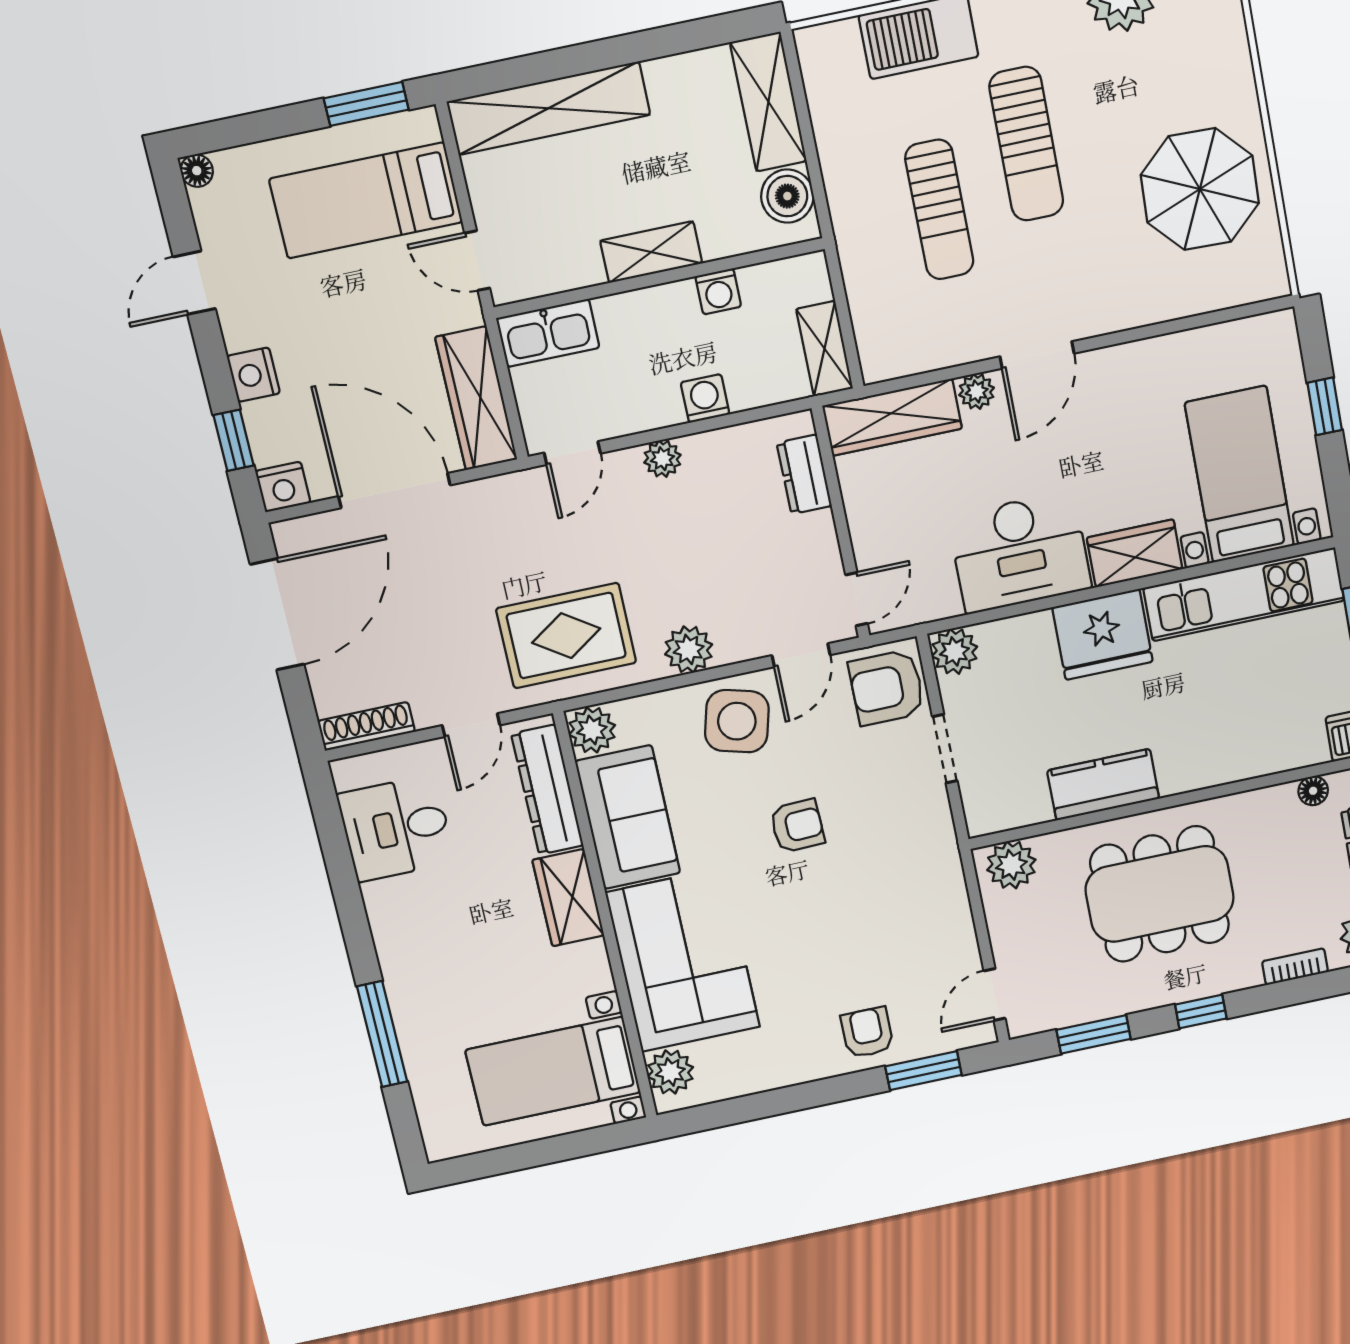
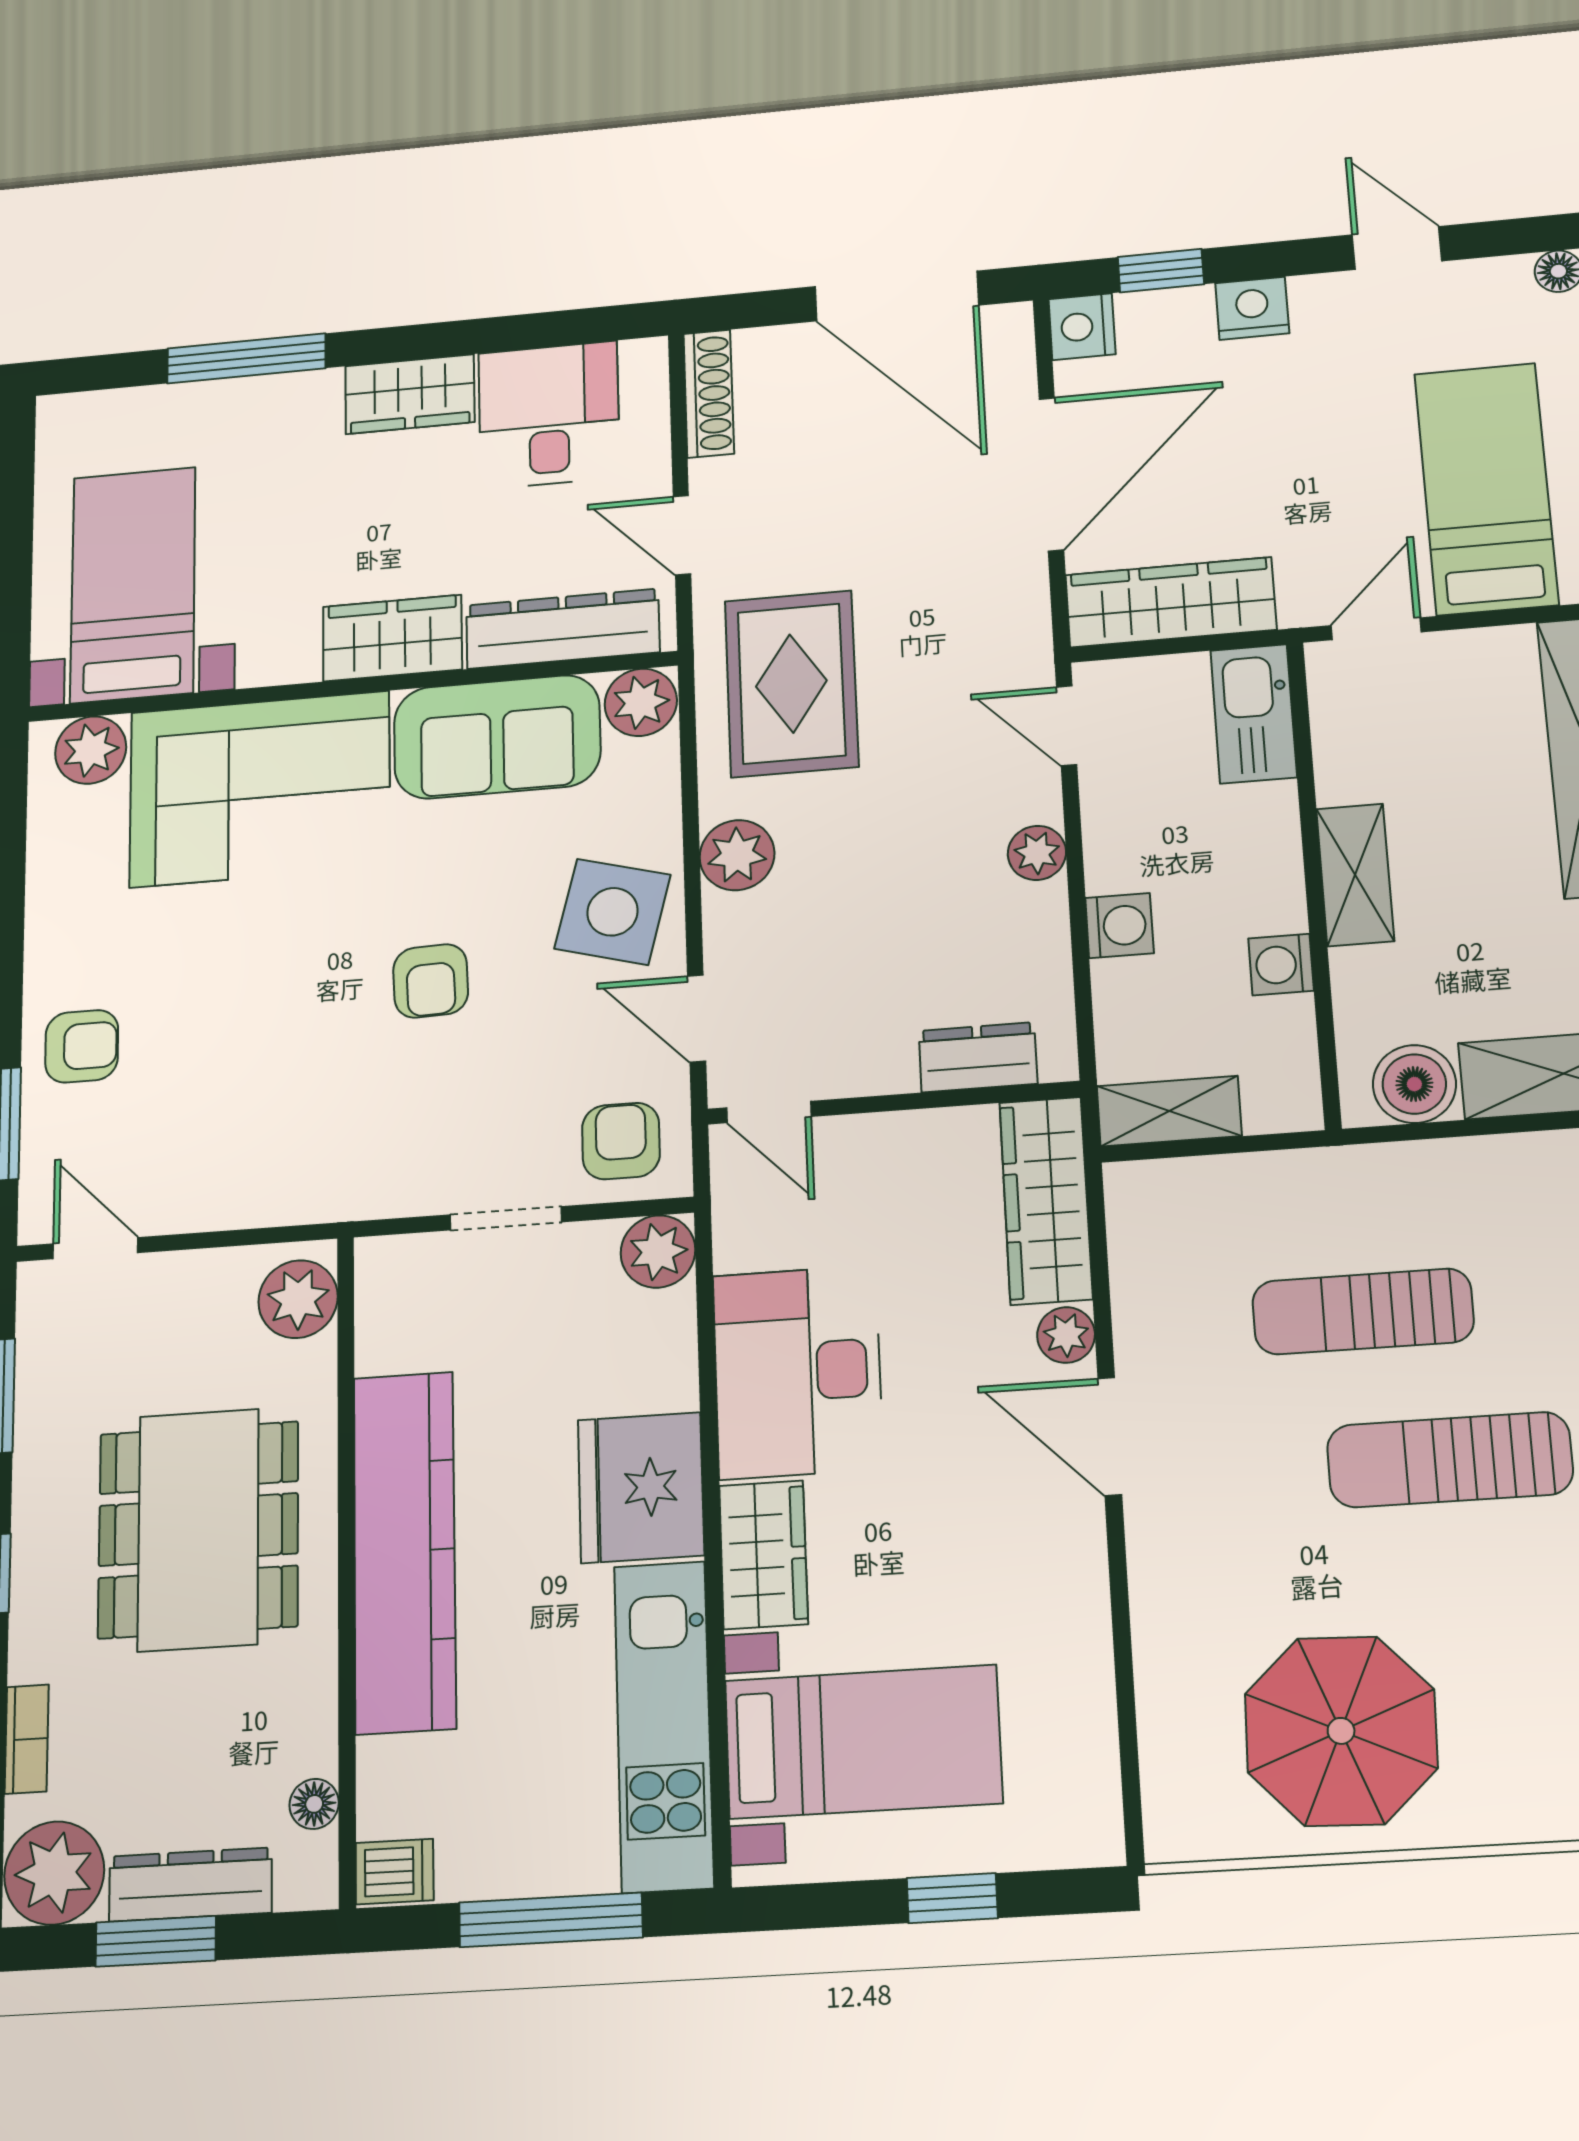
armchair: (887, 687) -> (621, 1141), width x0.72, depth x0.72
kitchen counter: (1103, 785) -> (405, 1551), width x2.08, depth x1.17
wardrobe: (393, 922) -> (410, 394), added

